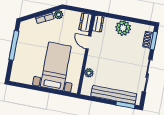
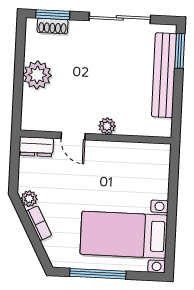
dresser: (98, 24) -> (36, 123), removed
door: (88, 42) -> (73, 136), hinge flipped
bed with nightstands: (56, 66) -> (124, 235), moved
plant: (89, 73) -> (107, 126), moved

